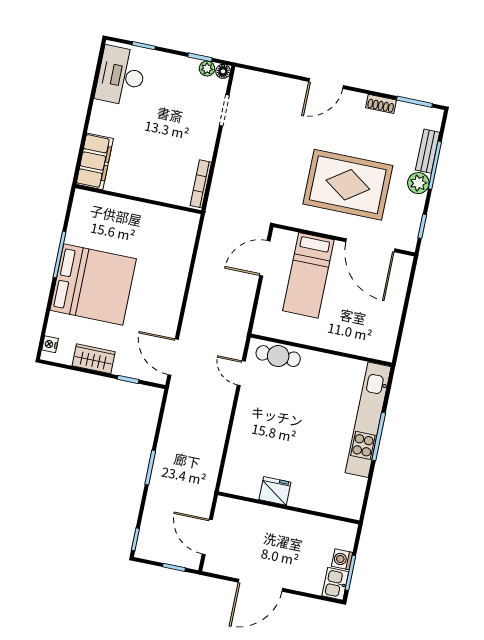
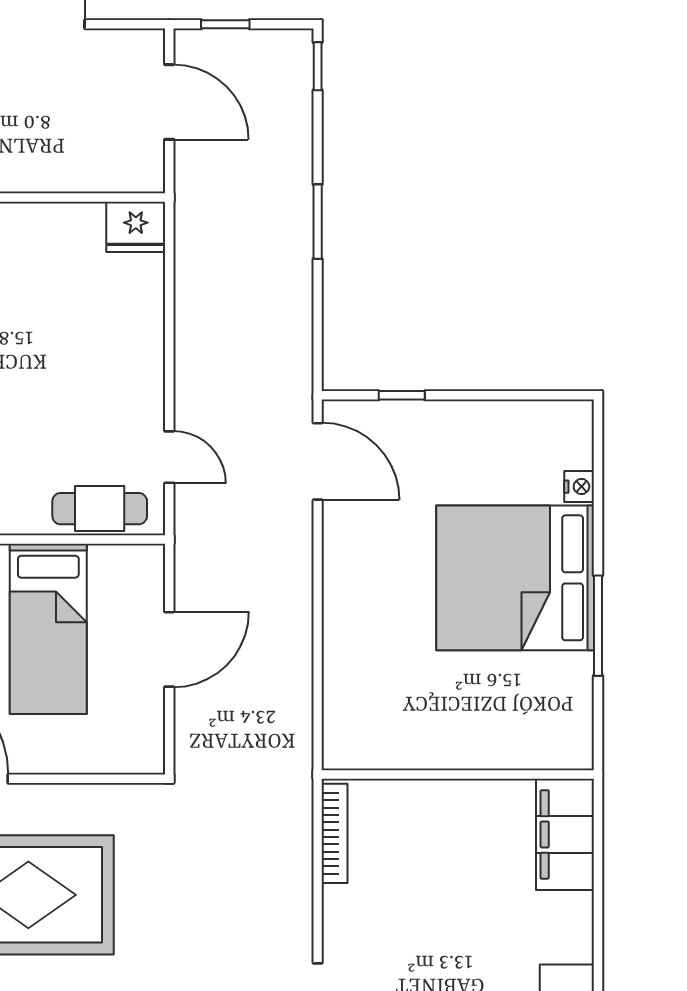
door: (265, 258) -> (169, 649), moved
bed: (308, 275) -> (48, 629), moved, turned 180
nightstand: (50, 344) -> (579, 487), moved
wardrobe: (94, 359) -> (482, 424), removed
fridge: (275, 491) -> (136, 227), moved

